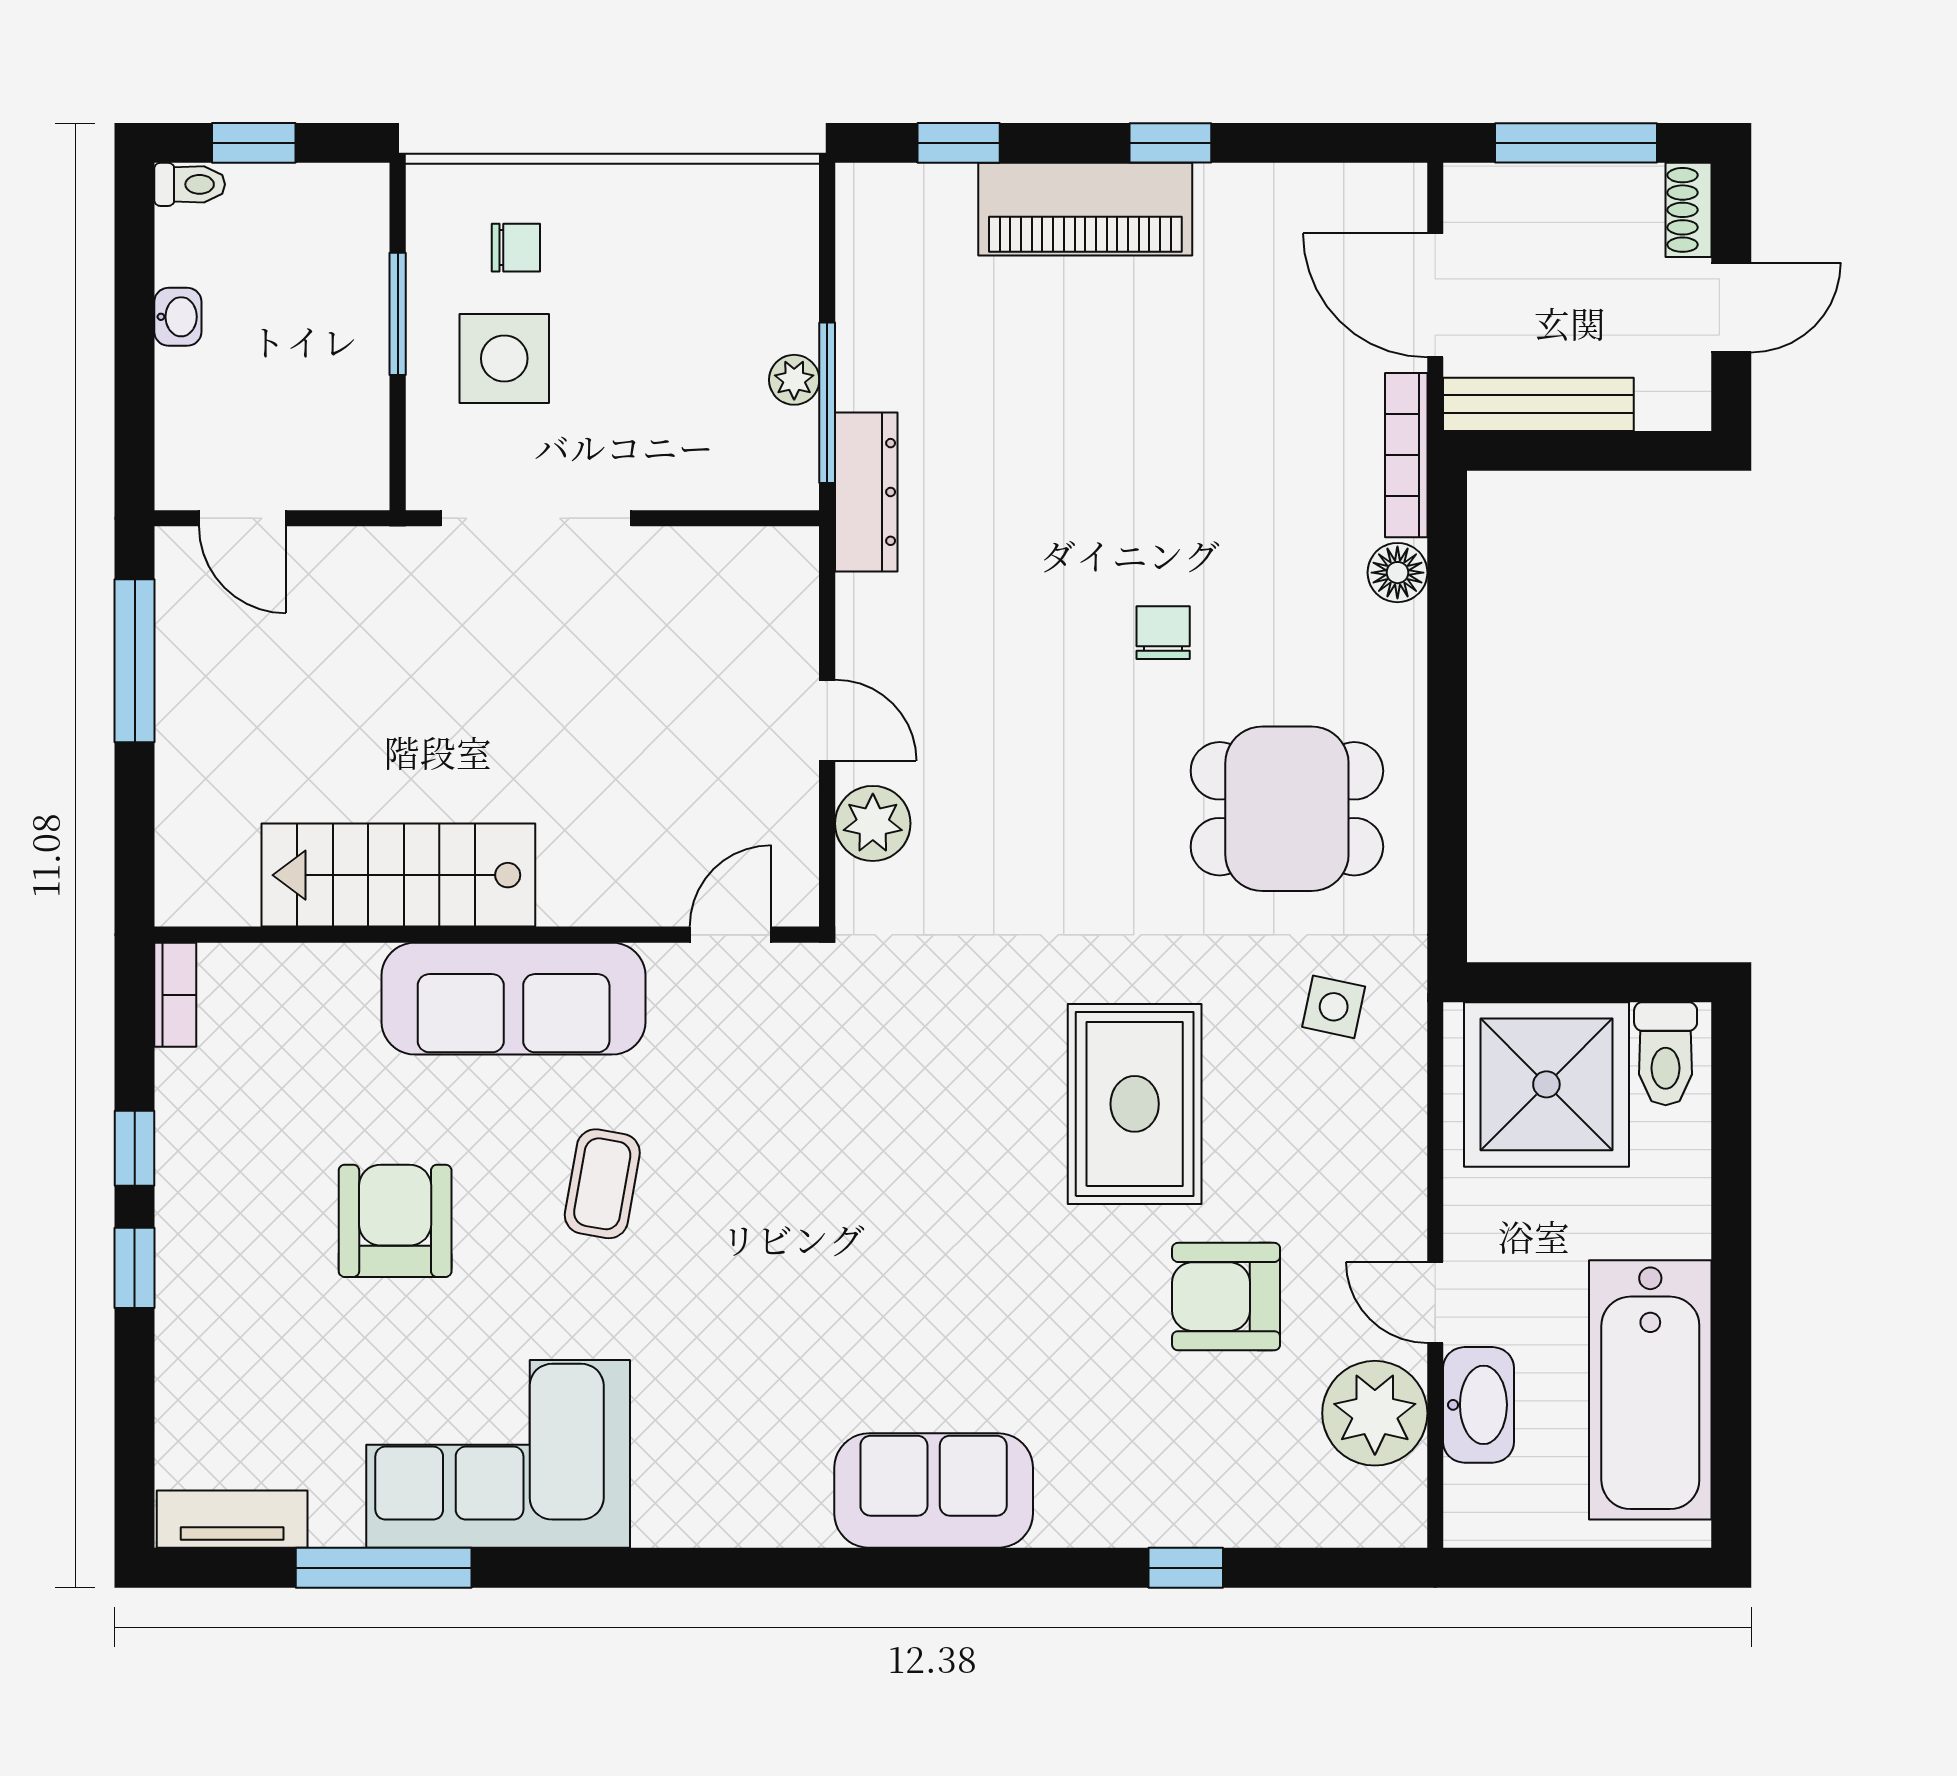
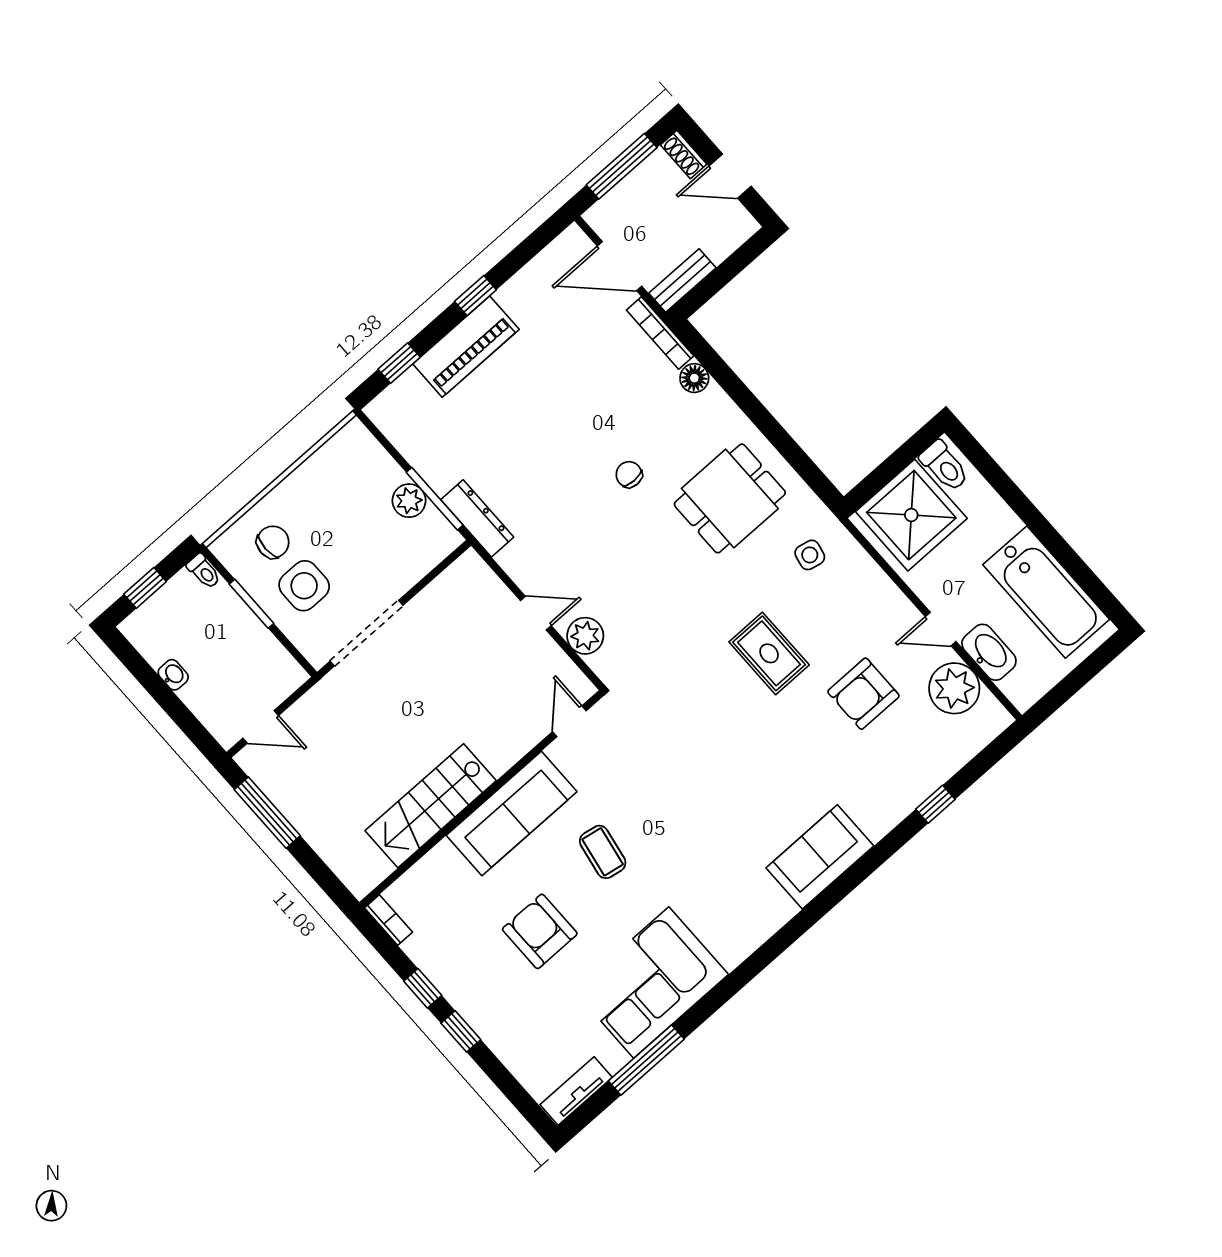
toilet: (190, 184) -> (204, 571), moved, turned 90
chair: (516, 248) -> (273, 542), width x1.37, depth x1.37
door: (1731, 307) -> (730, 176), swing flipped
plant: (794, 380) -> (409, 501), width x1.38, depth x1.38
bench: (1538, 404) -> (682, 281), width x0.73
rug: (1135, 1104) -> (769, 653), width x0.73, depth x0.70

